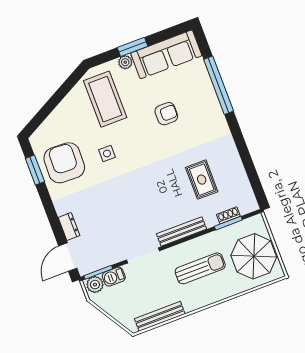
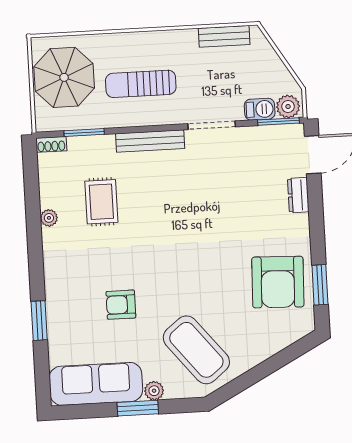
window: (219, 85) -> (39, 321), width x0.47
coffee table: (105, 99) -> (196, 350), turned -39
side table: (107, 153) -> (217, 277), removed
plant: (234, 157) -> (49, 218), added
shoe rack: (228, 215) -> (51, 144), moved
bench: (160, 316) -> (224, 36), width x0.73

